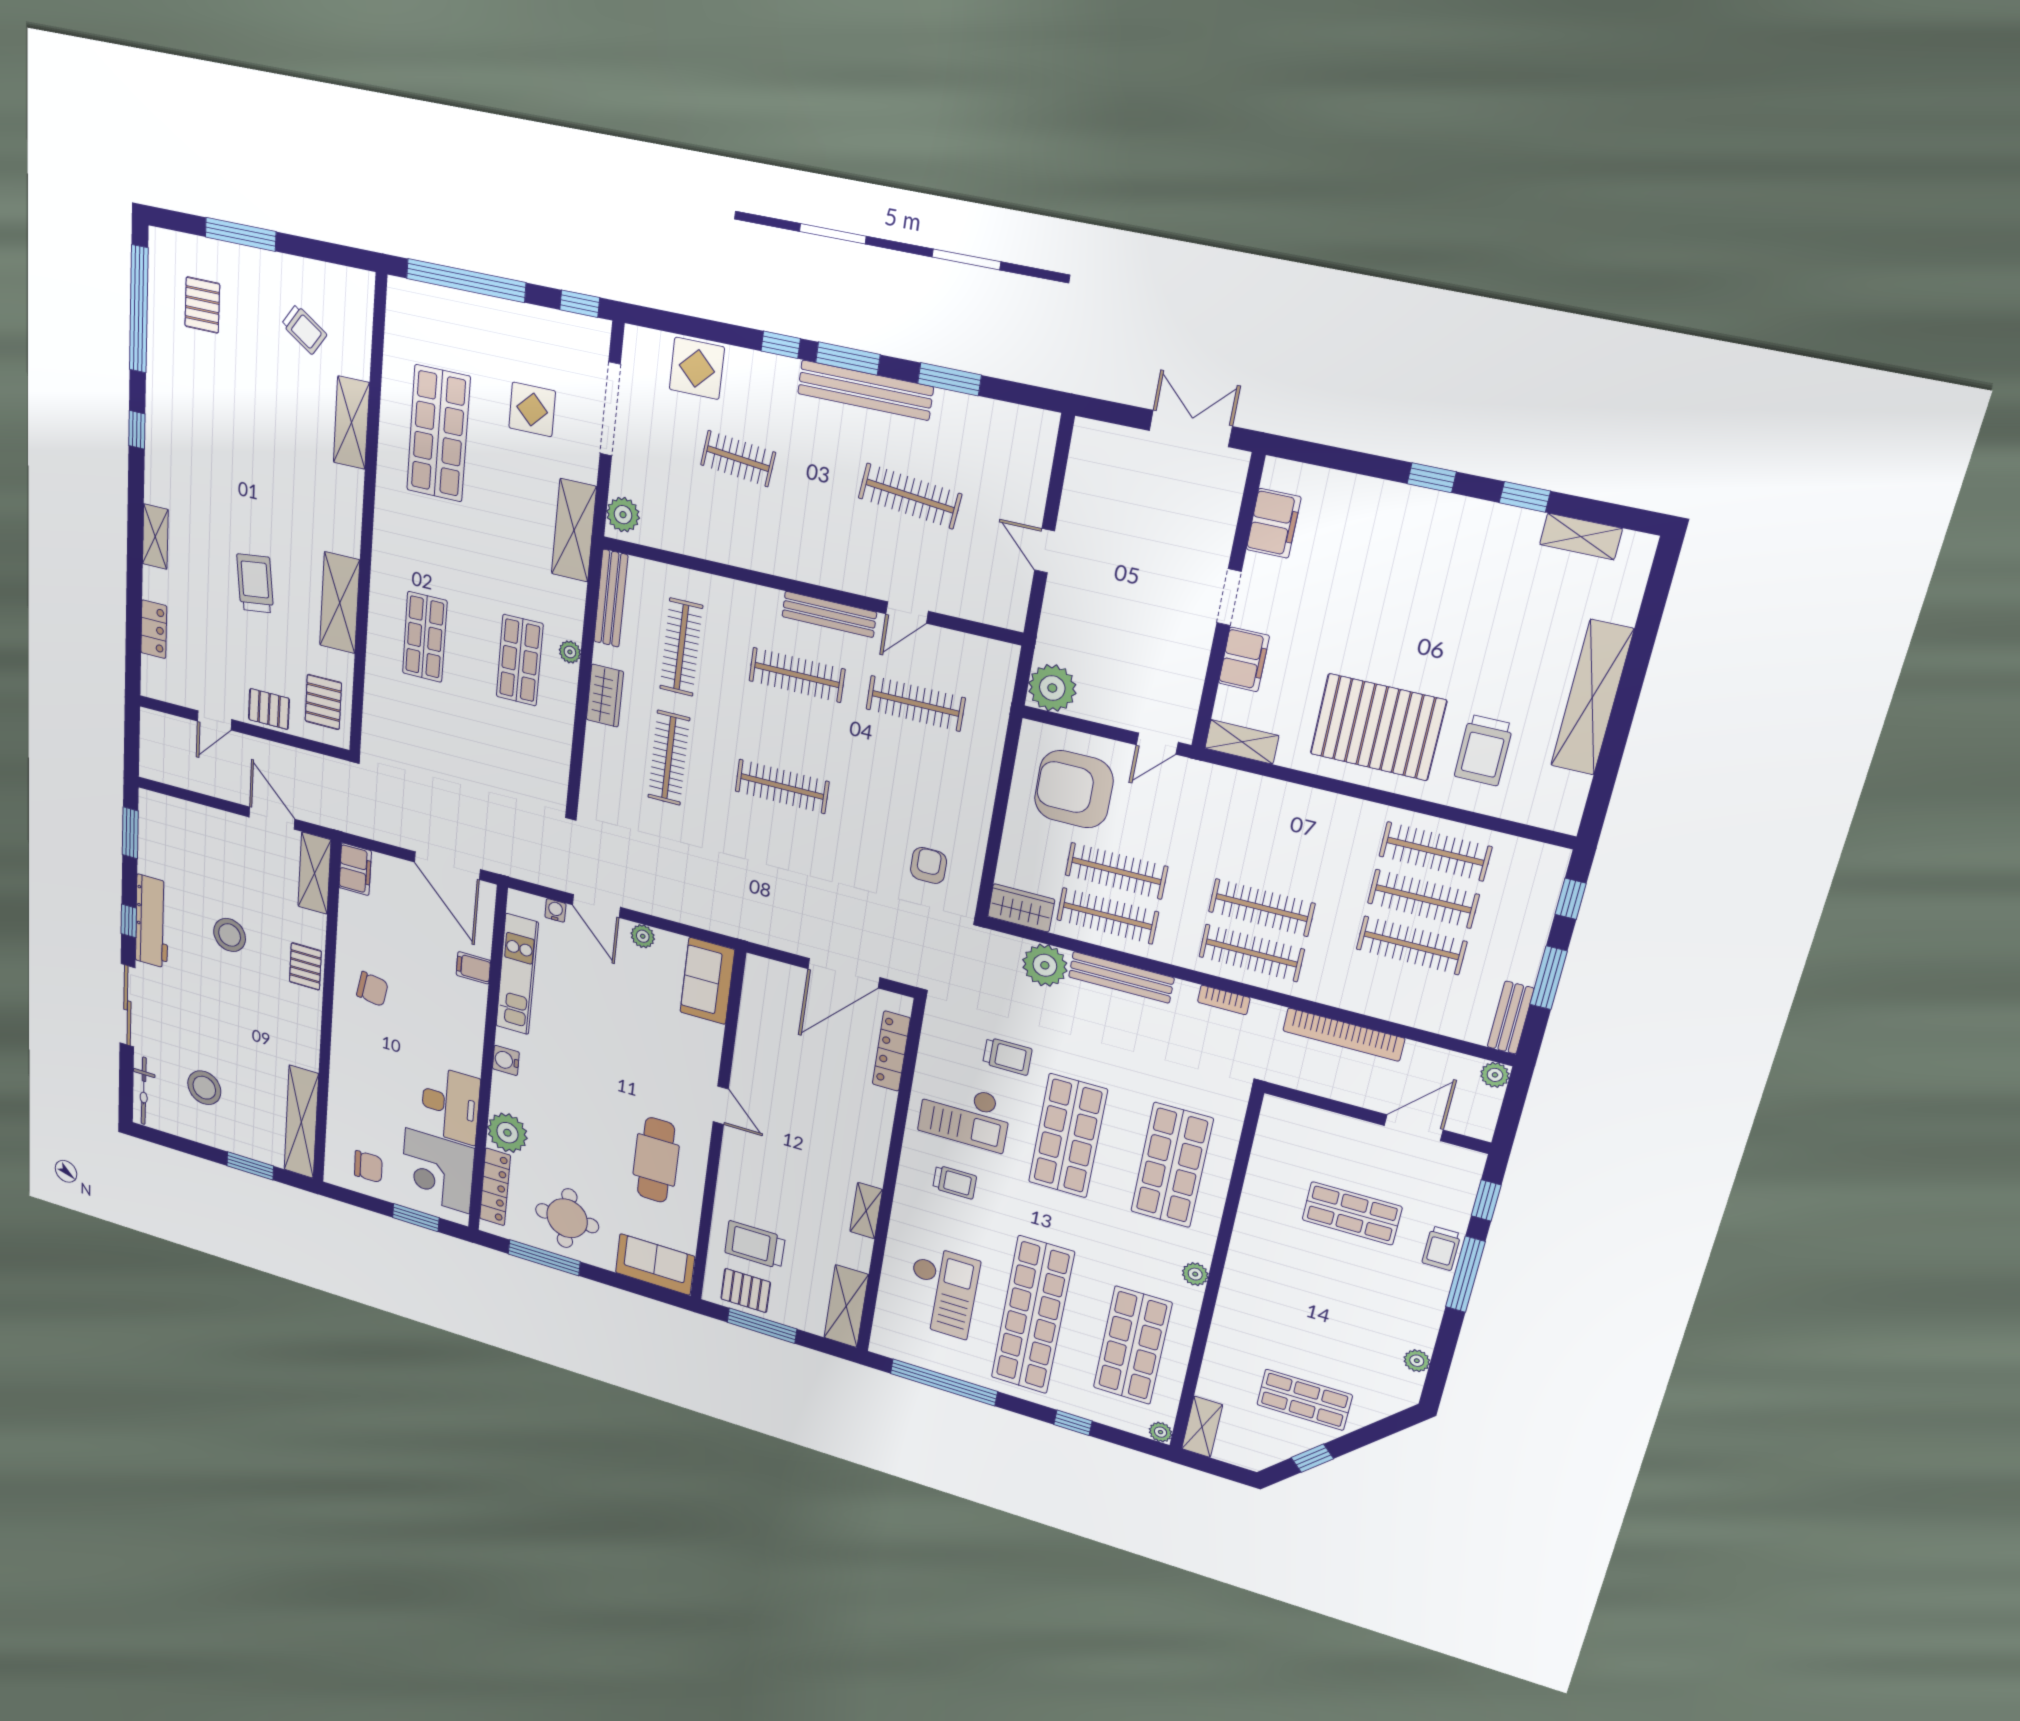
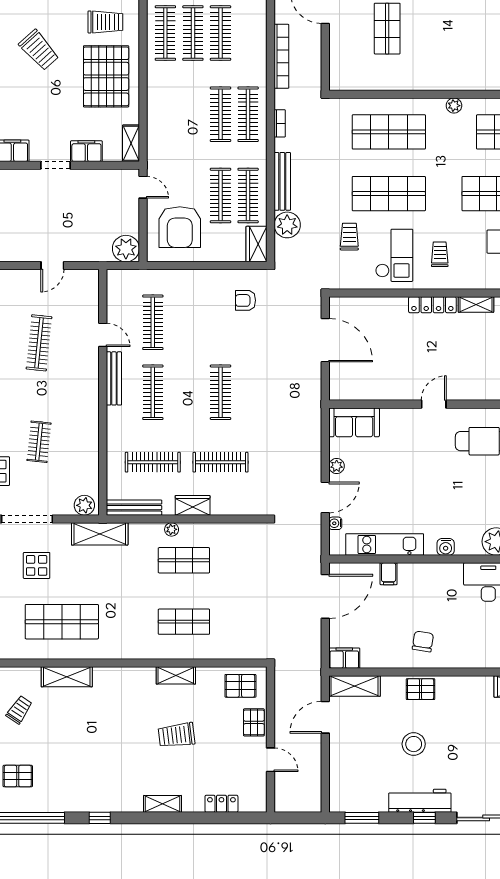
shelving: (340, 603) -> (176, 675), width x0.67, depth x0.75
trolley: (1459, 615) -> (39, 50), added
locker: (891, 1051) -> (432, 305), moved

